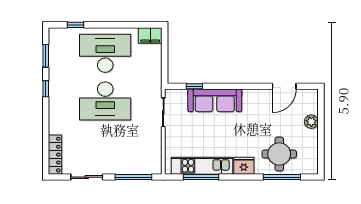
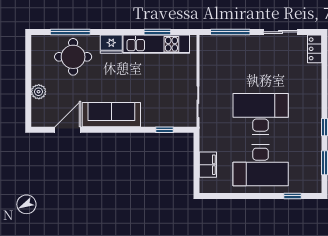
filing cabinet: (150, 35) -> (208, 165), moved, turned 90
sofa: (215, 100) -> (111, 115), moved
locker: (55, 155) -> (315, 49), width x0.66
window: (201, 177) -> (157, 32), width x0.69

